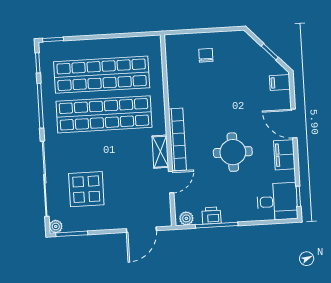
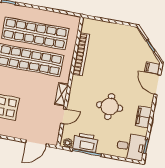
chair: (206, 55) -> (108, 38), removed
door: (294, 124) -> (157, 85), moved
bookcase: (177, 139) -> (81, 54), moved
printer: (211, 216) -> (85, 142), width x1.87, depth x1.48

